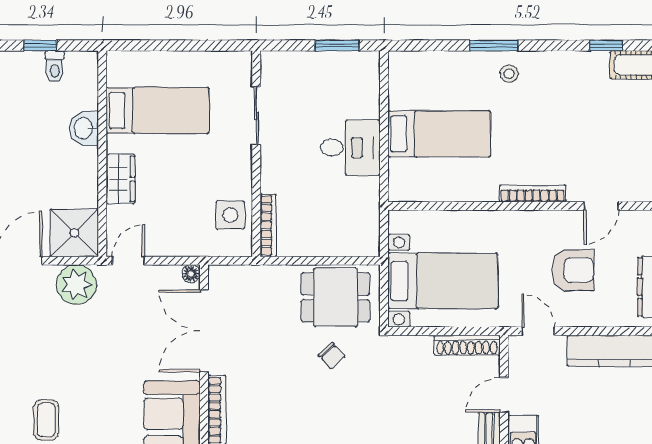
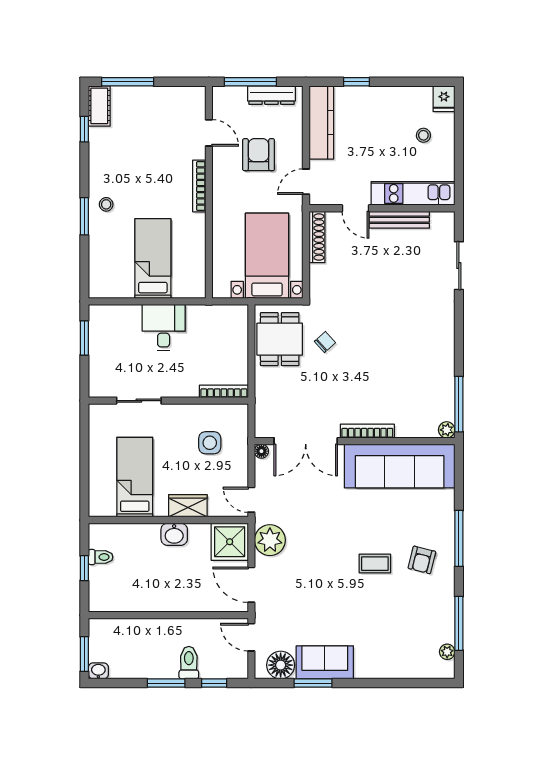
washbasin: (84, 128) -> (174, 534), moved
side table: (230, 215) -> (210, 443), moved

